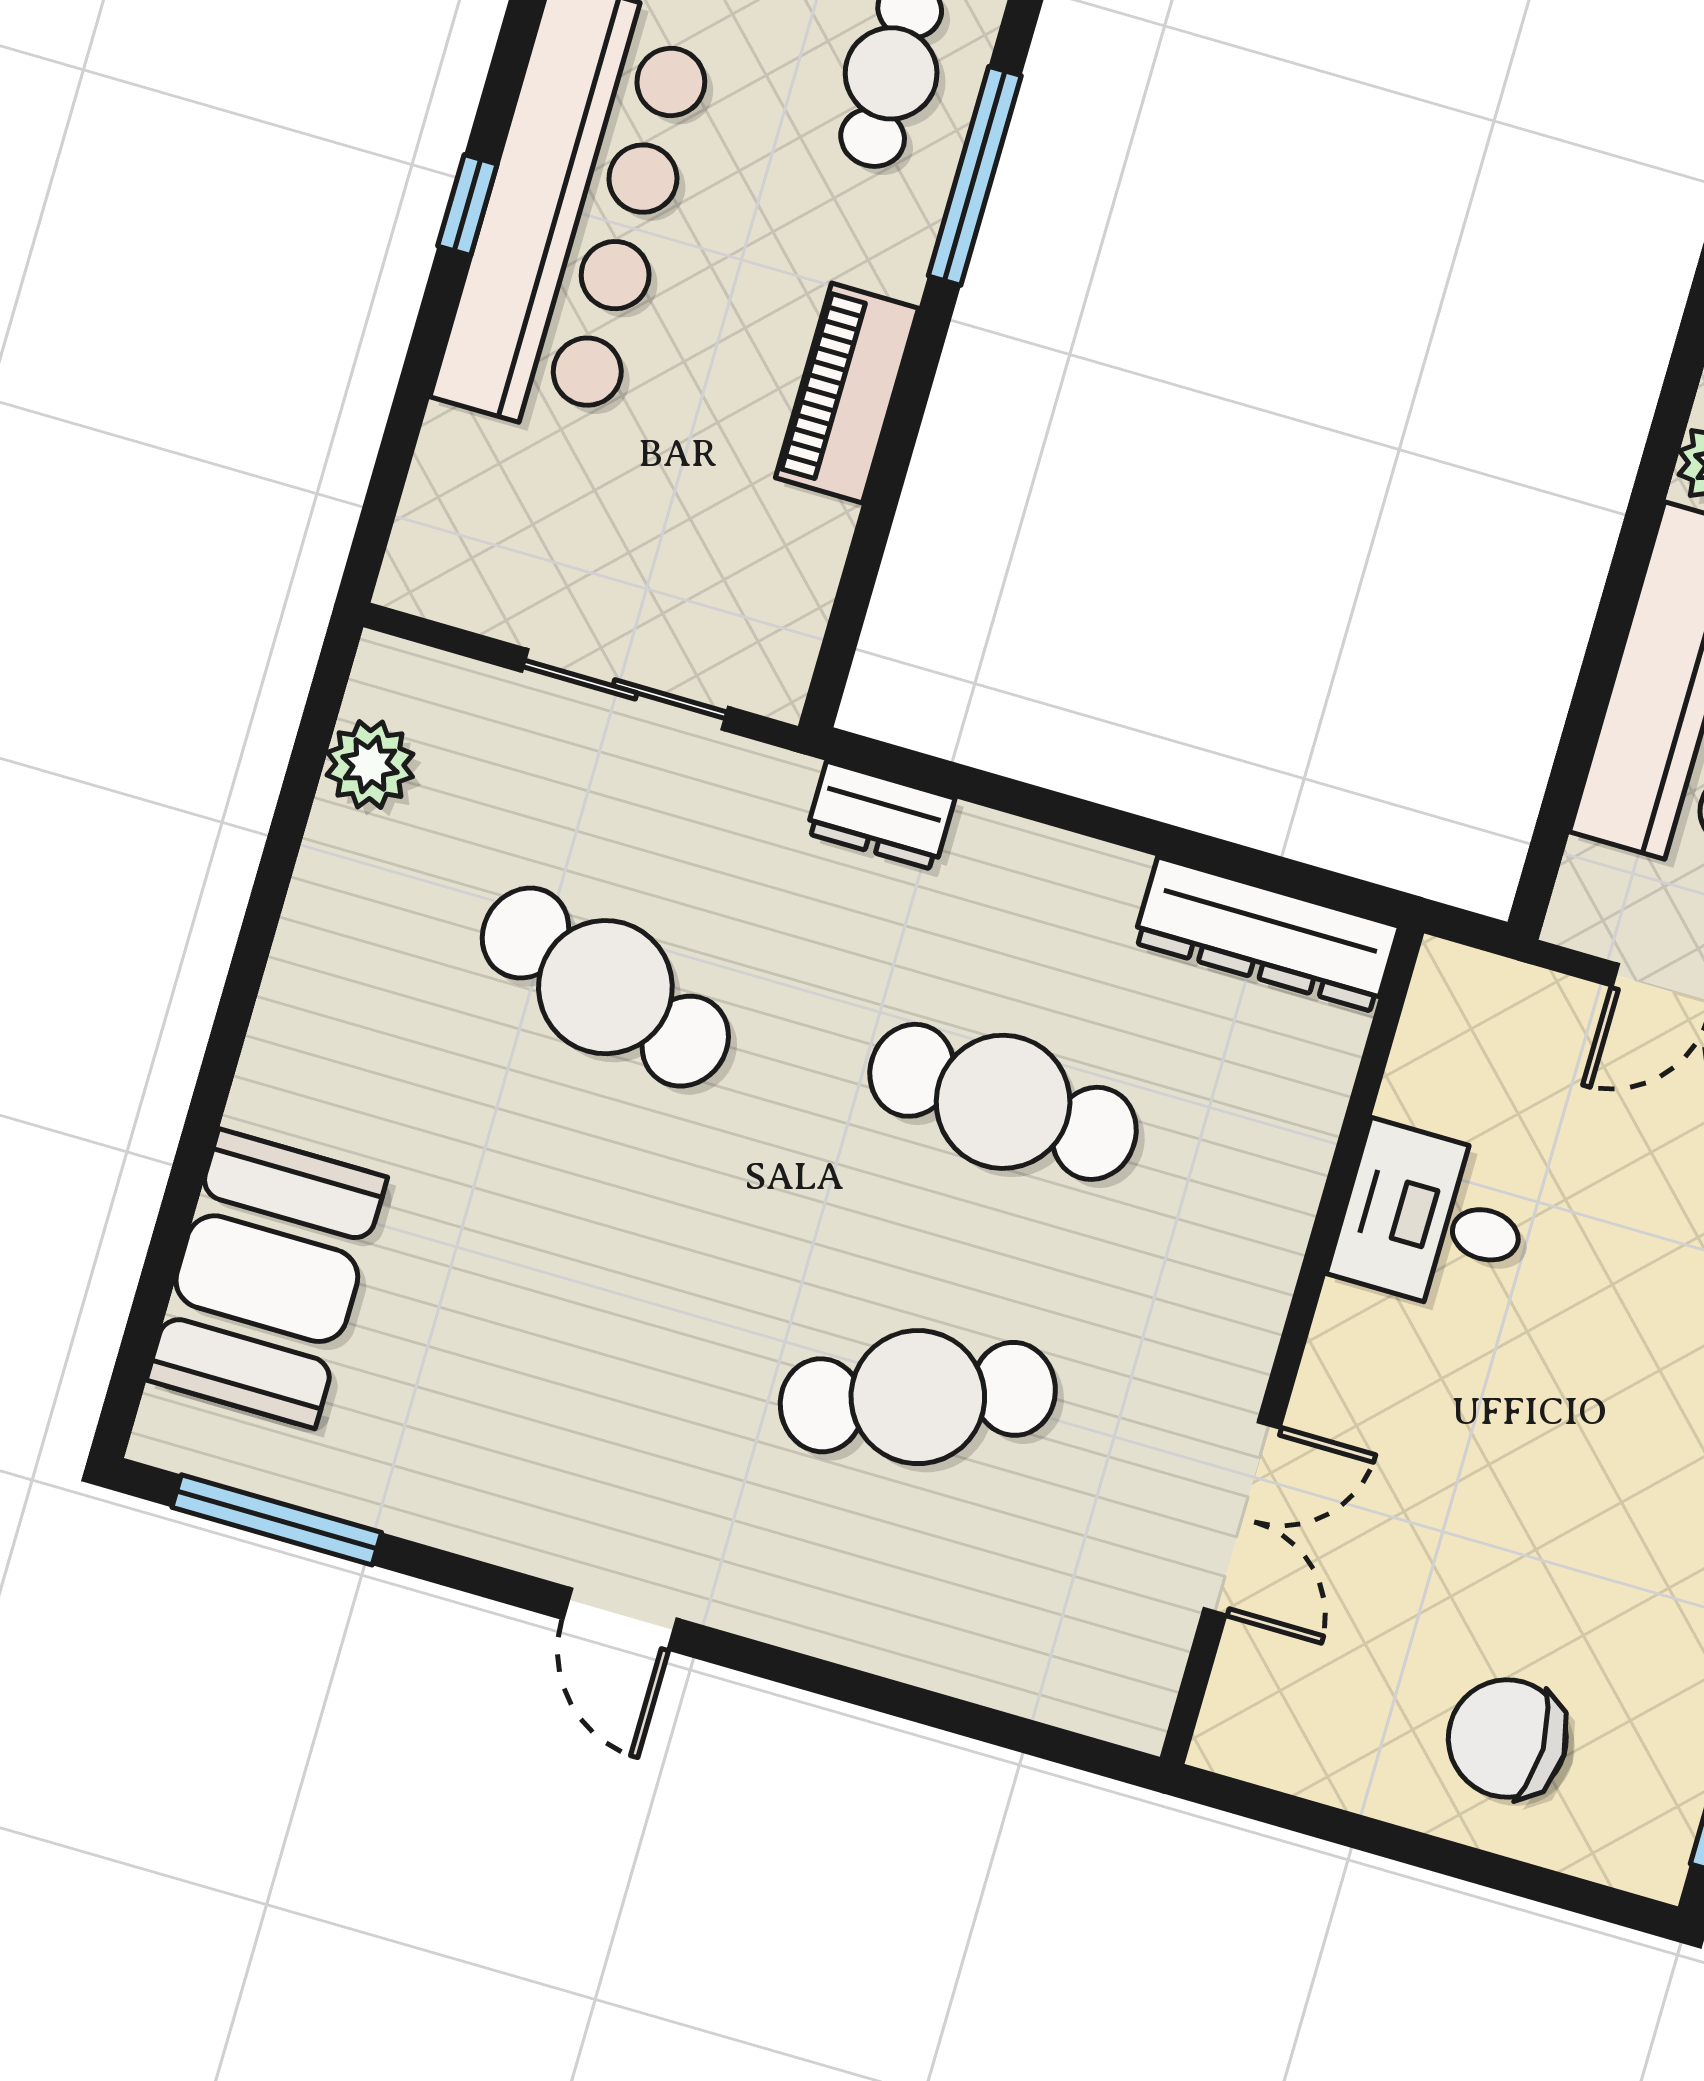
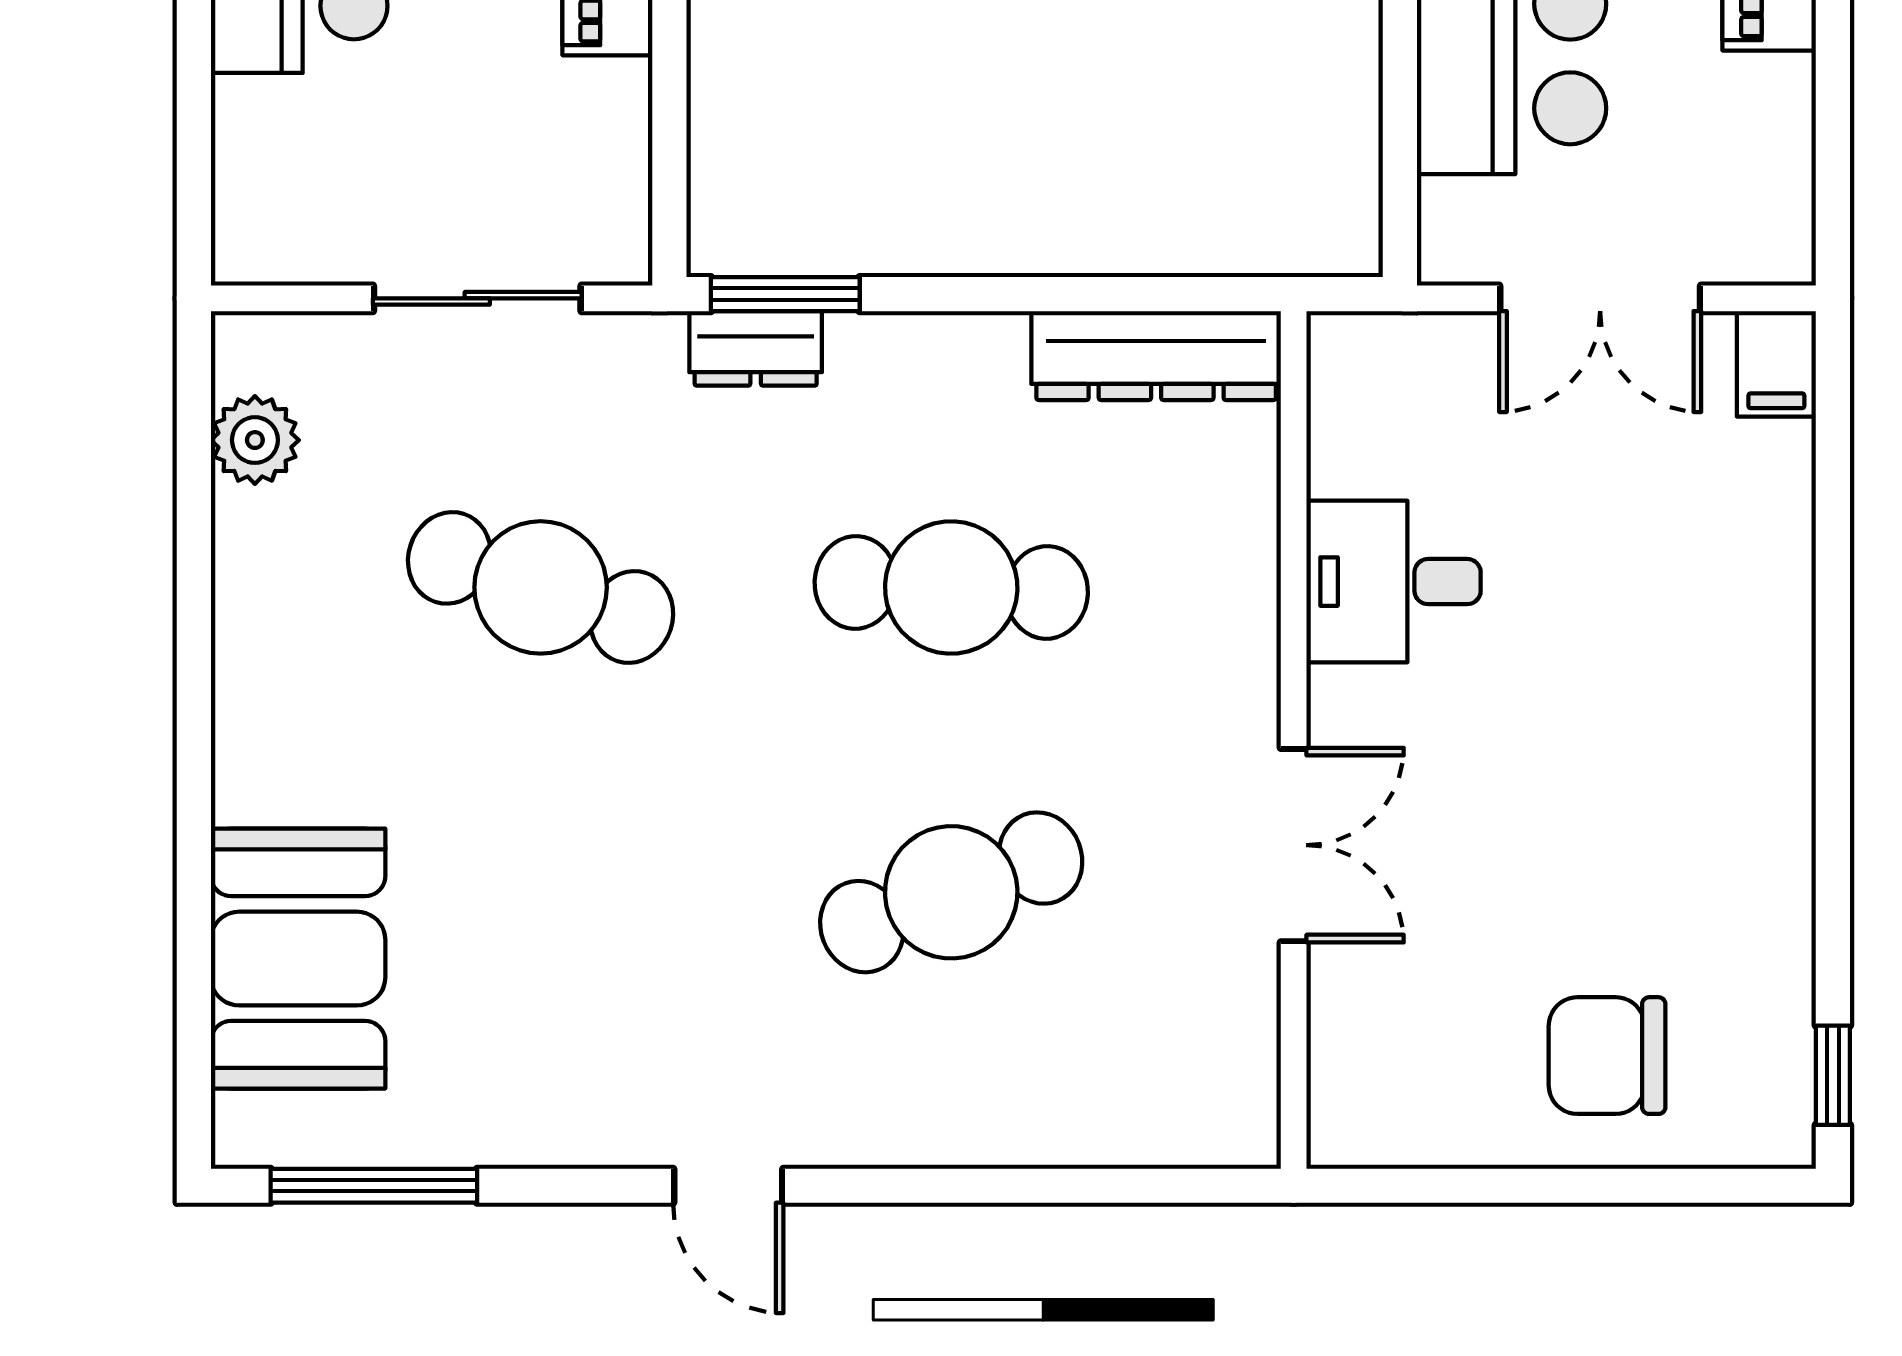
window: (924, 771) -> (785, 294), added
double door: (1242, 1518) -> (1294, 845), moved

